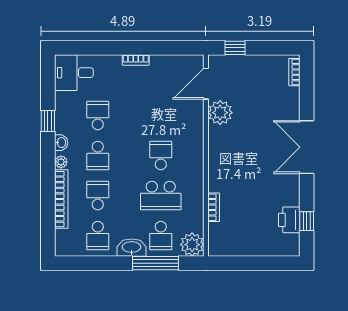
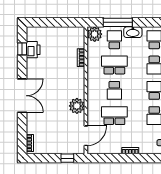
plant: (220, 113) -> (77, 106), moved
school desk: (161, 115) -> (114, 116), added

